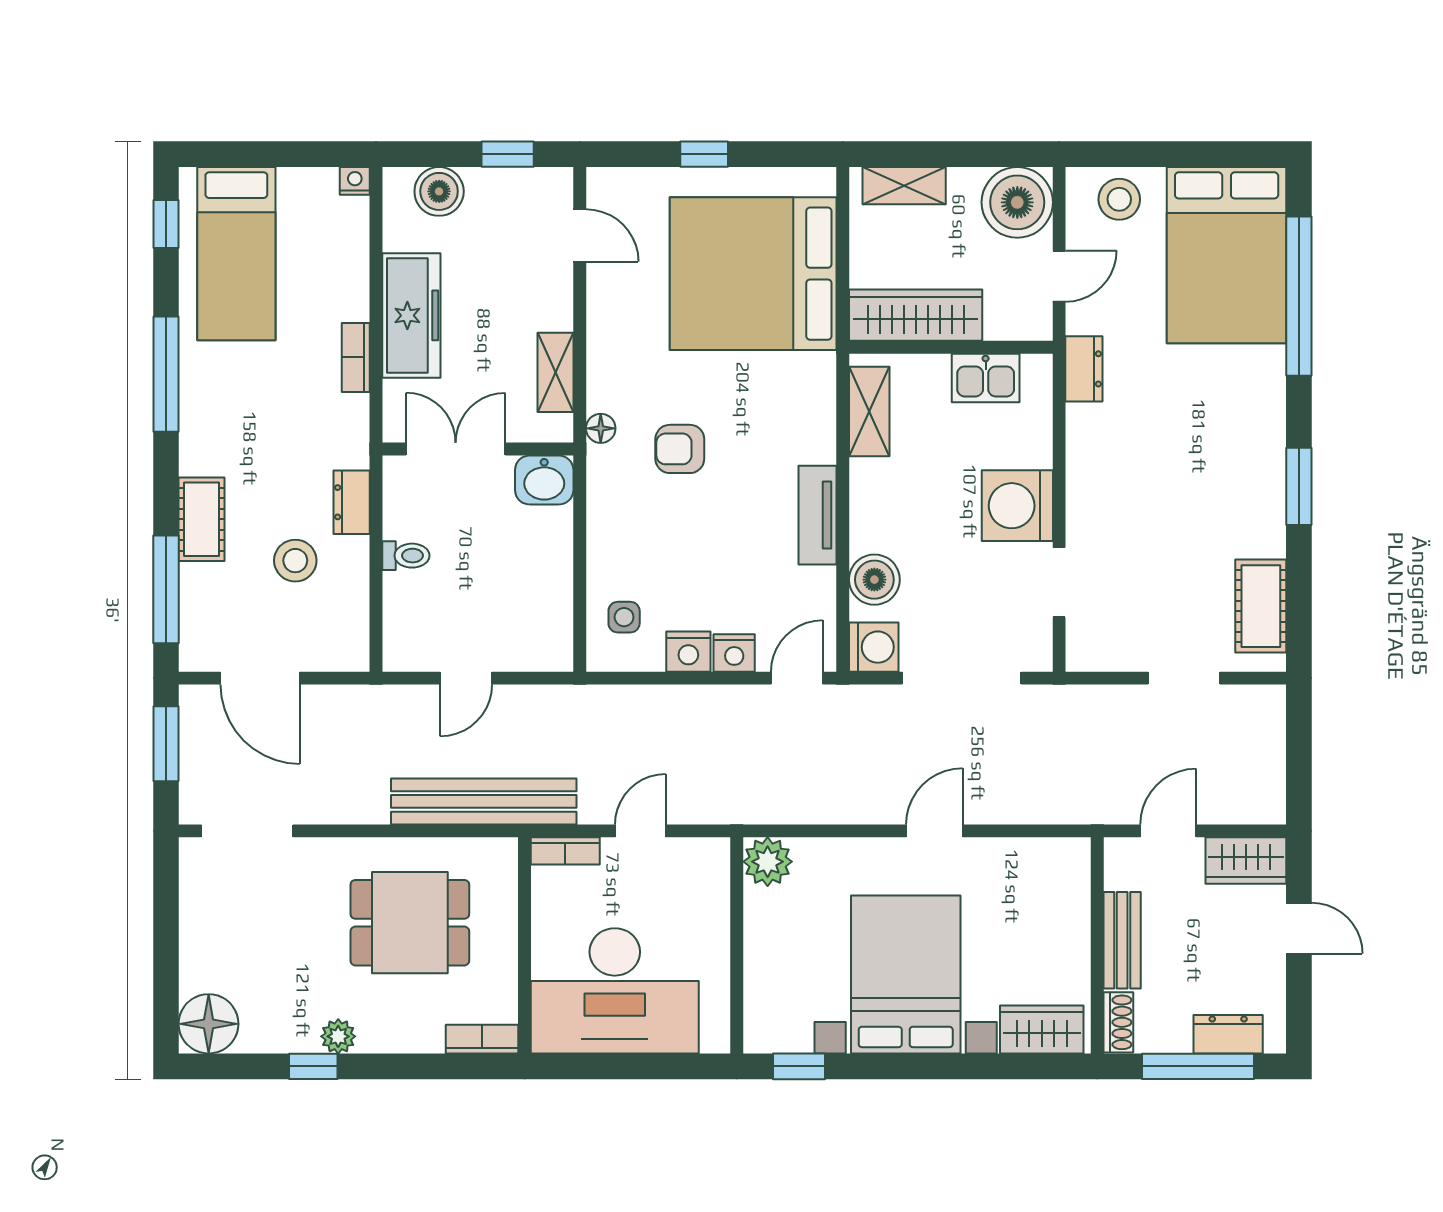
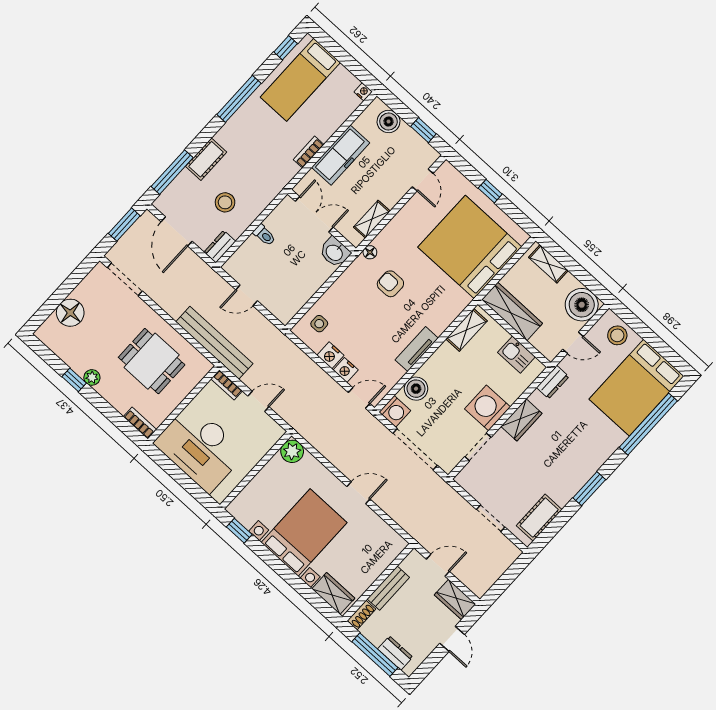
wardrobe: (1089, 475) -> (521, 420), added
dresser: (352, 502) -> (220, 247), moved
floor lamp: (209, 1024) -> (70, 313), moved

